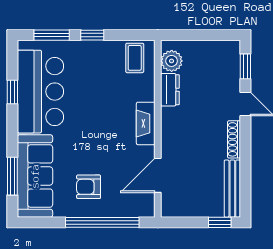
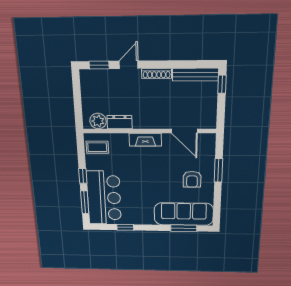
bar counter: (40, 92) -> (104, 198), moved, turned 90
window: (102, 222) -> (218, 170), width x0.47

